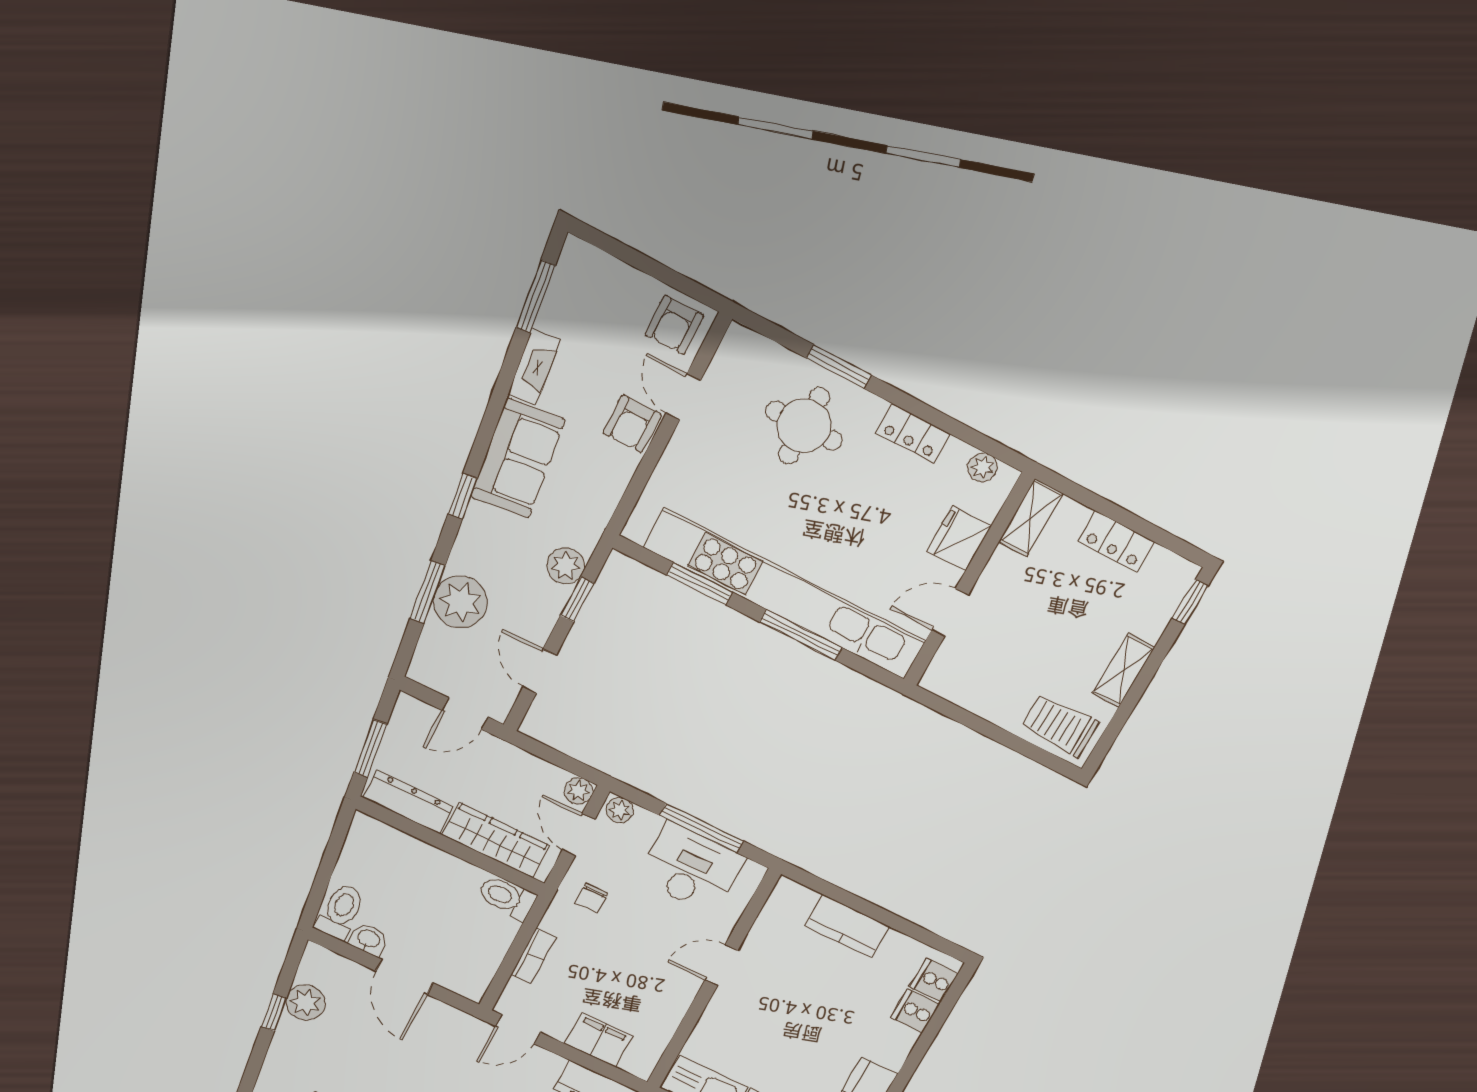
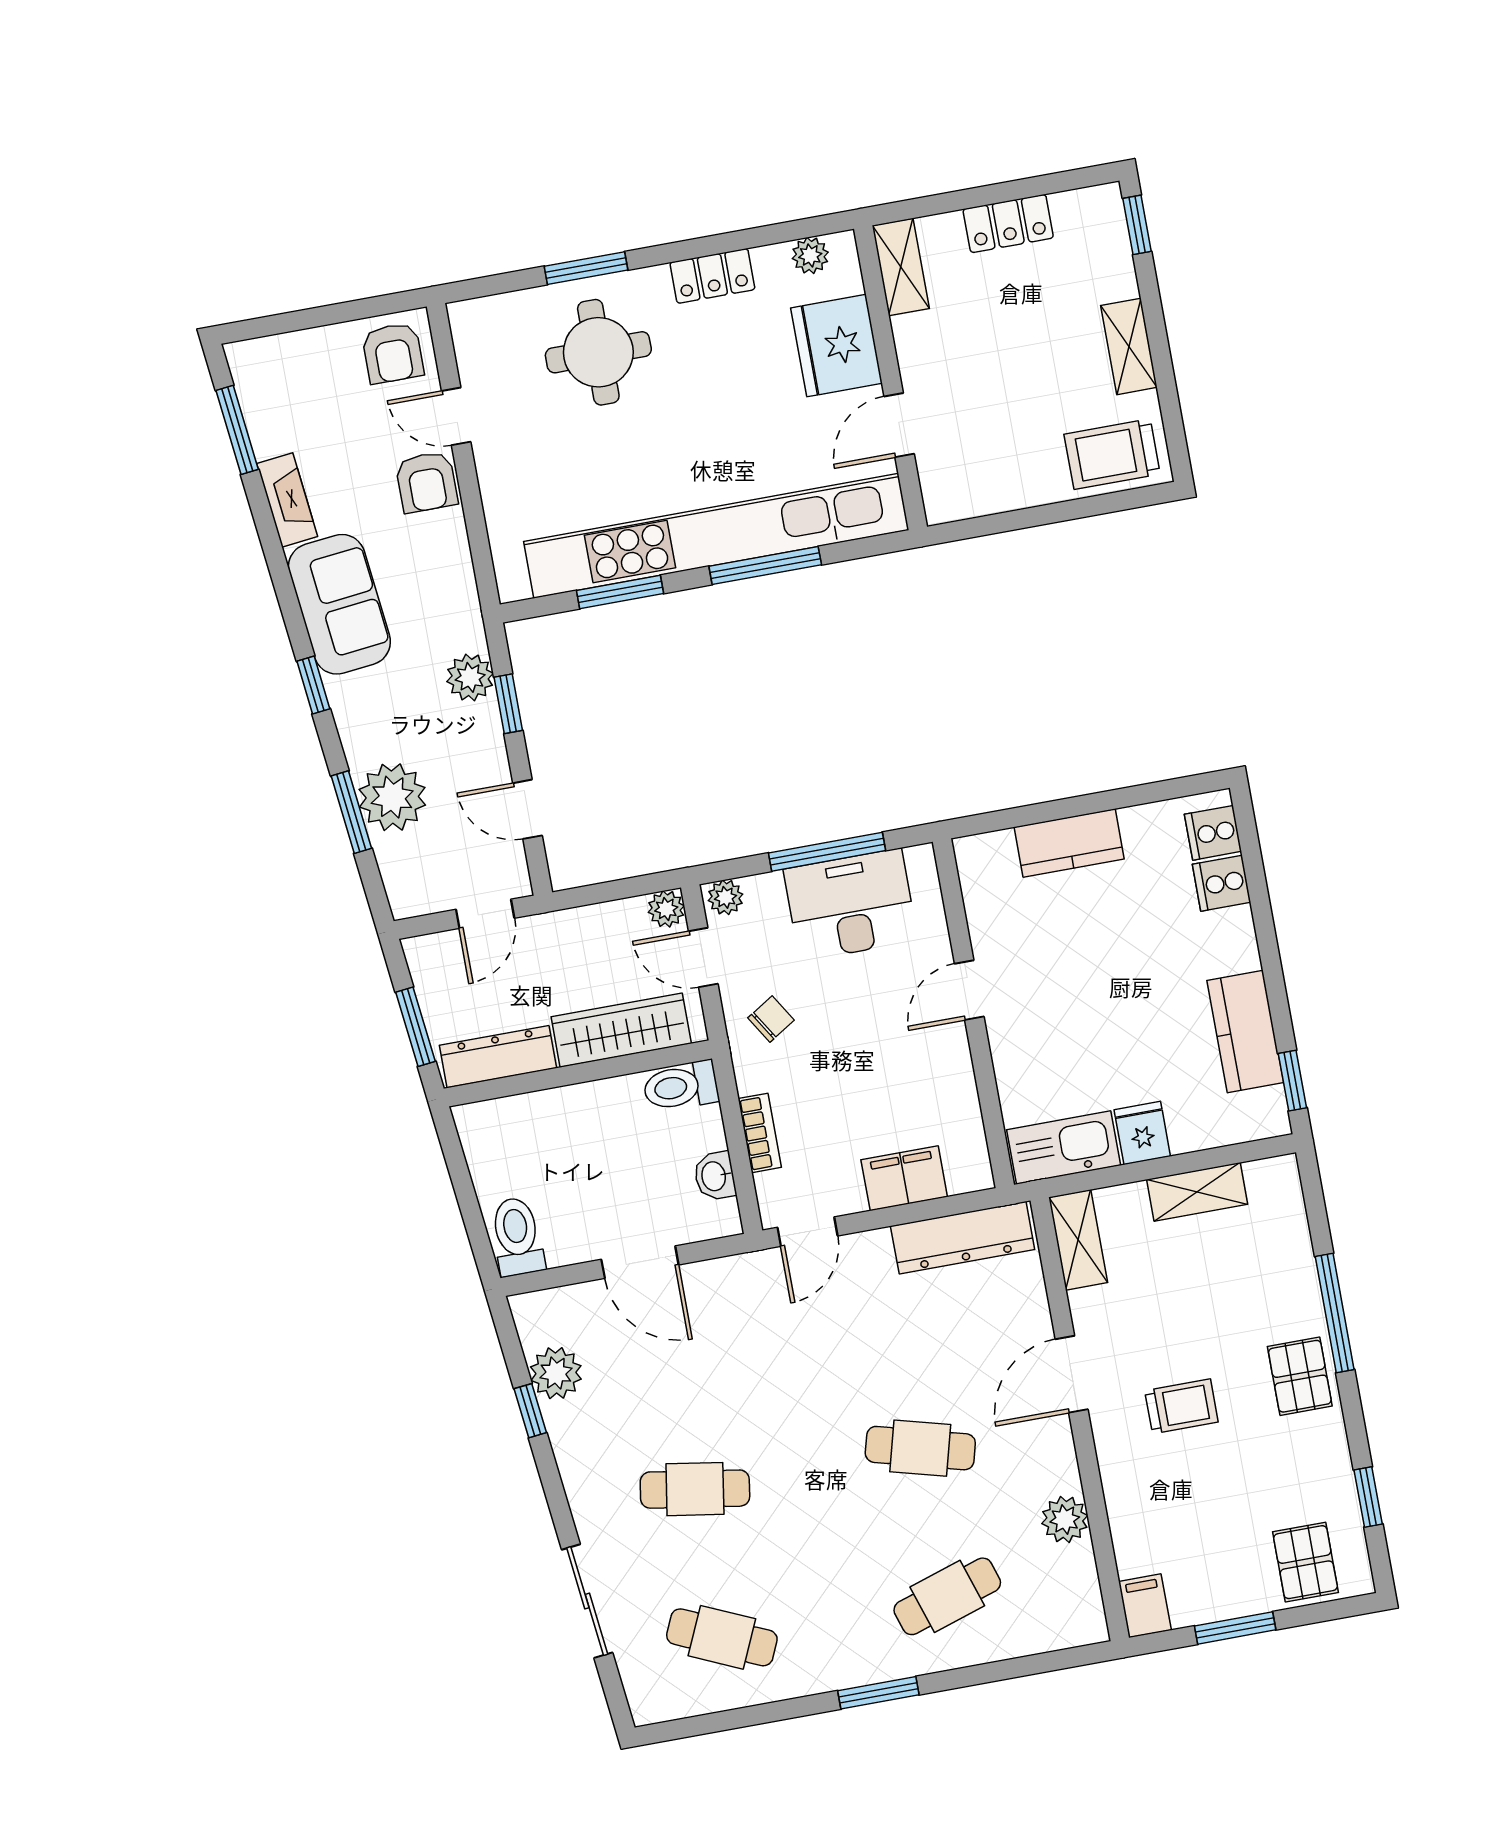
fridge: (959, 539) -> (836, 346), width x1.36, depth x1.34
chair: (591, 898) -> (771, 1019), turned -122
washbasin: (368, 939) -> (715, 1176), moved, turned -90

